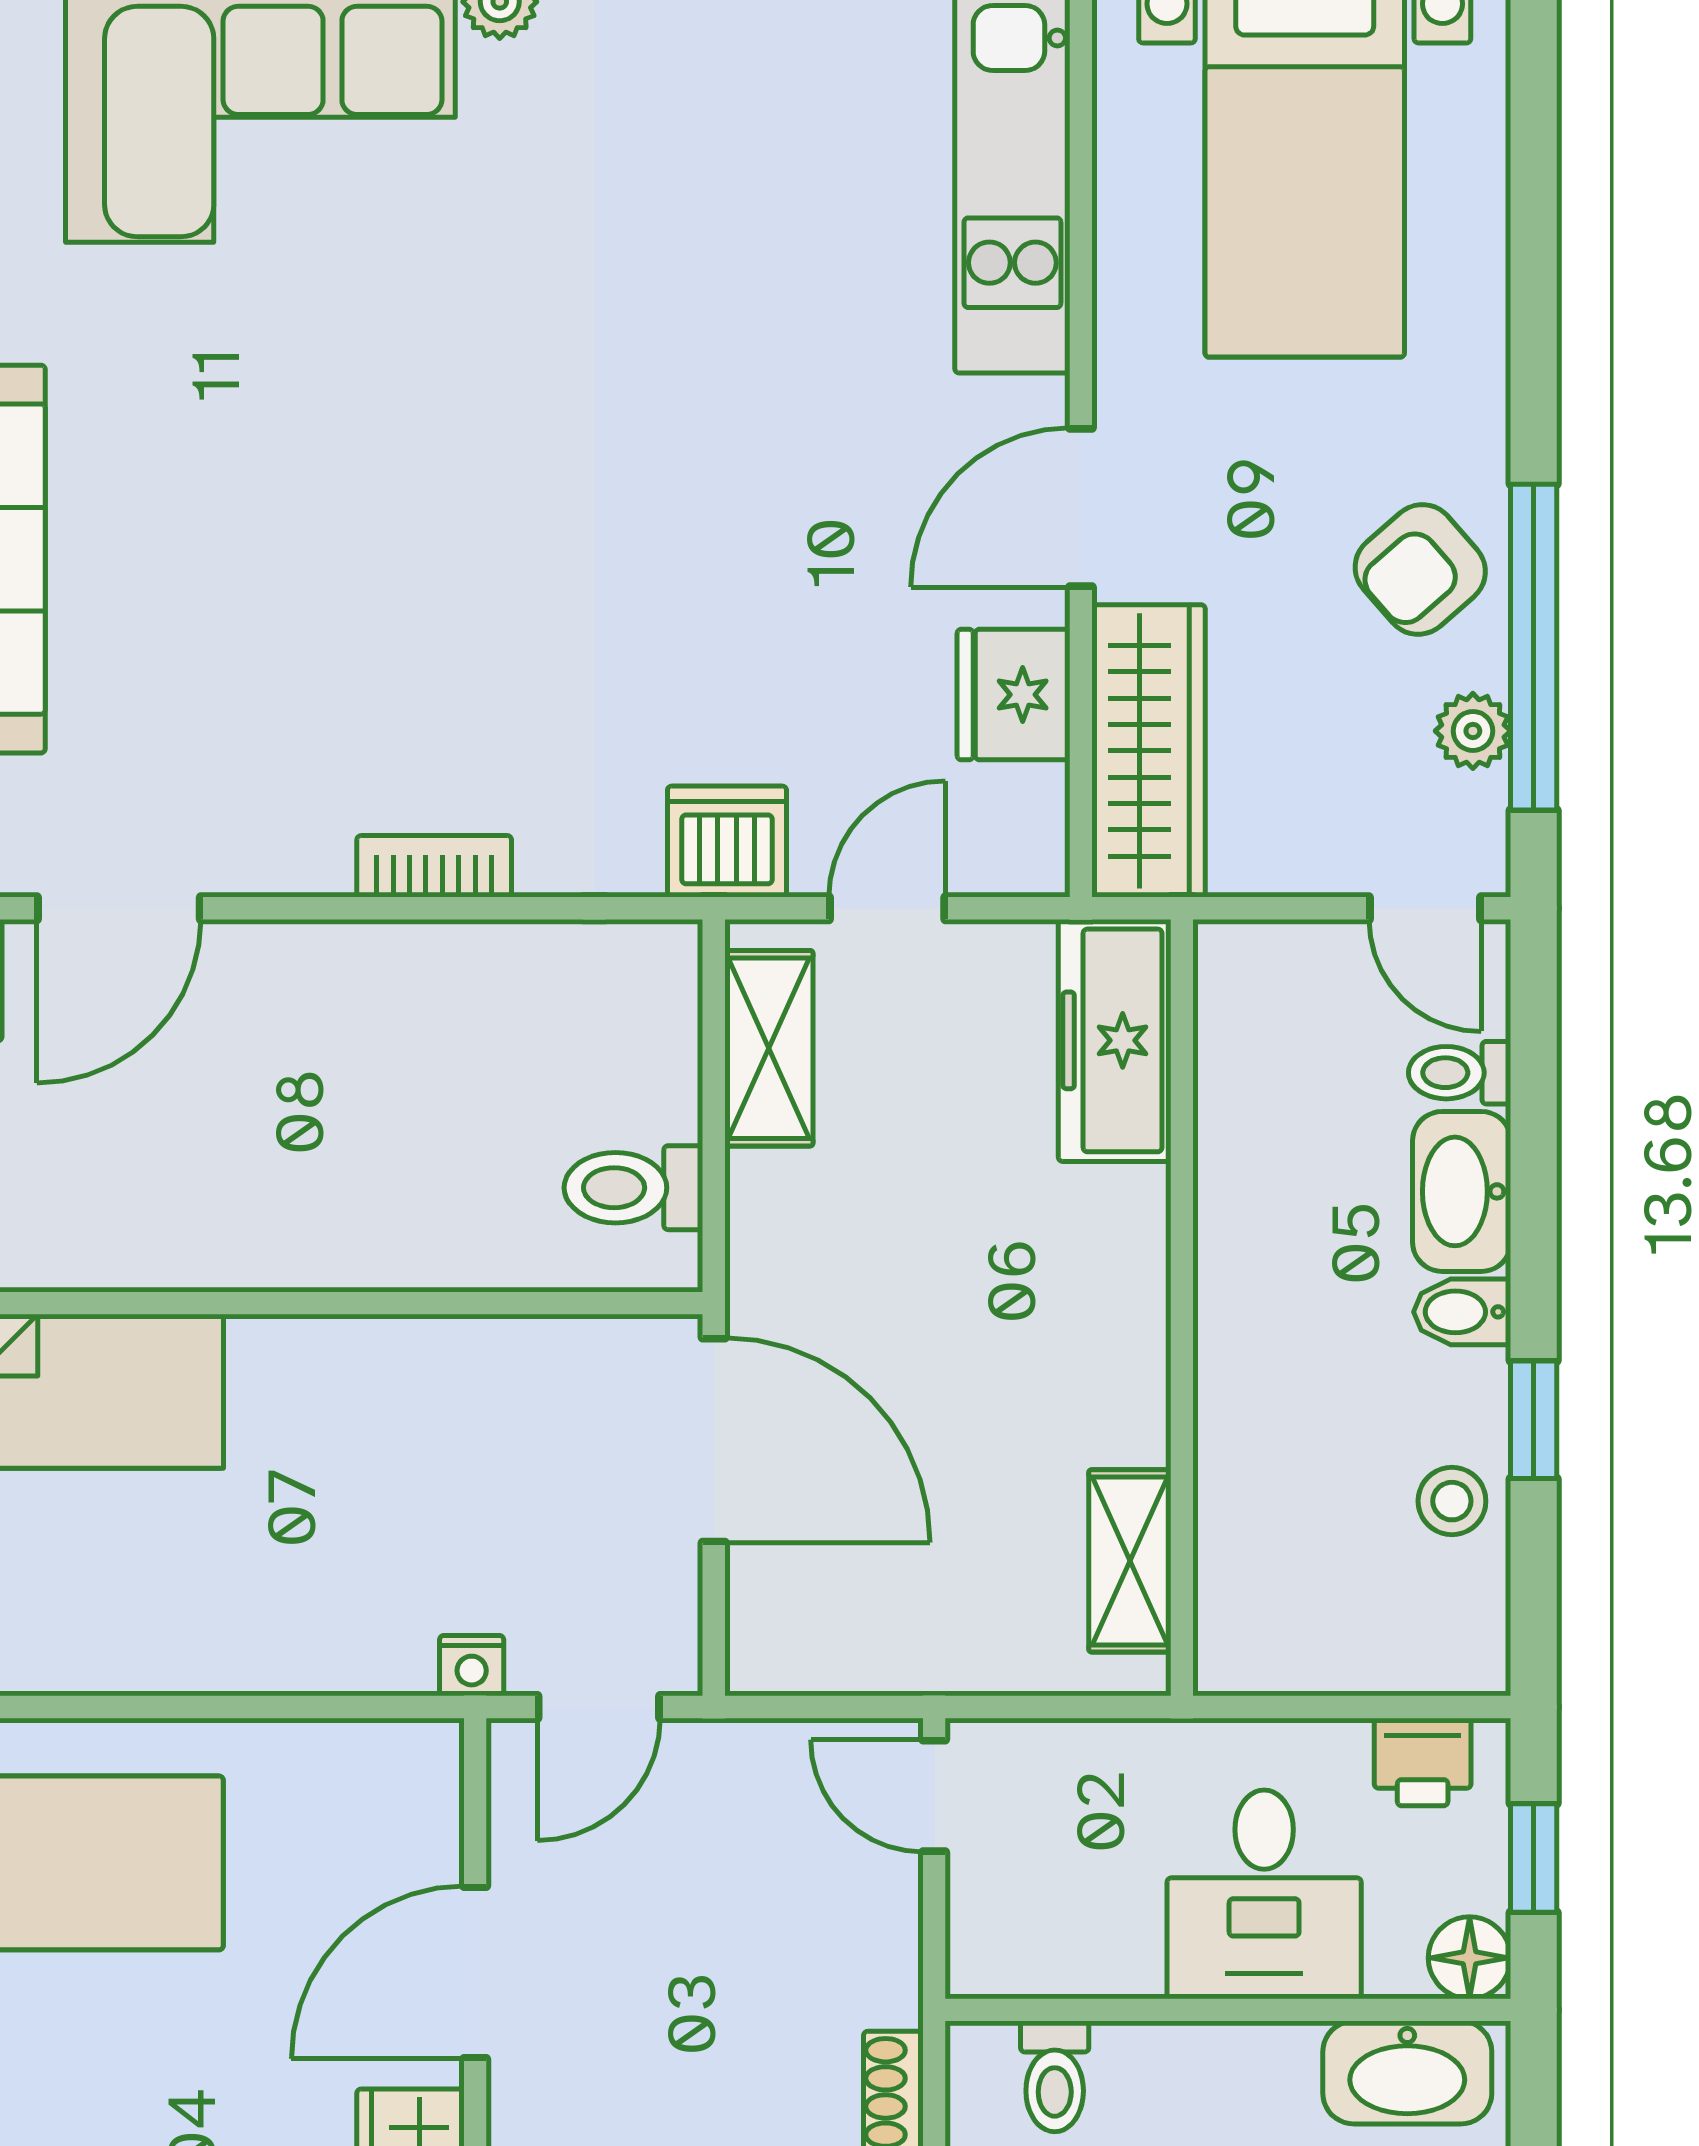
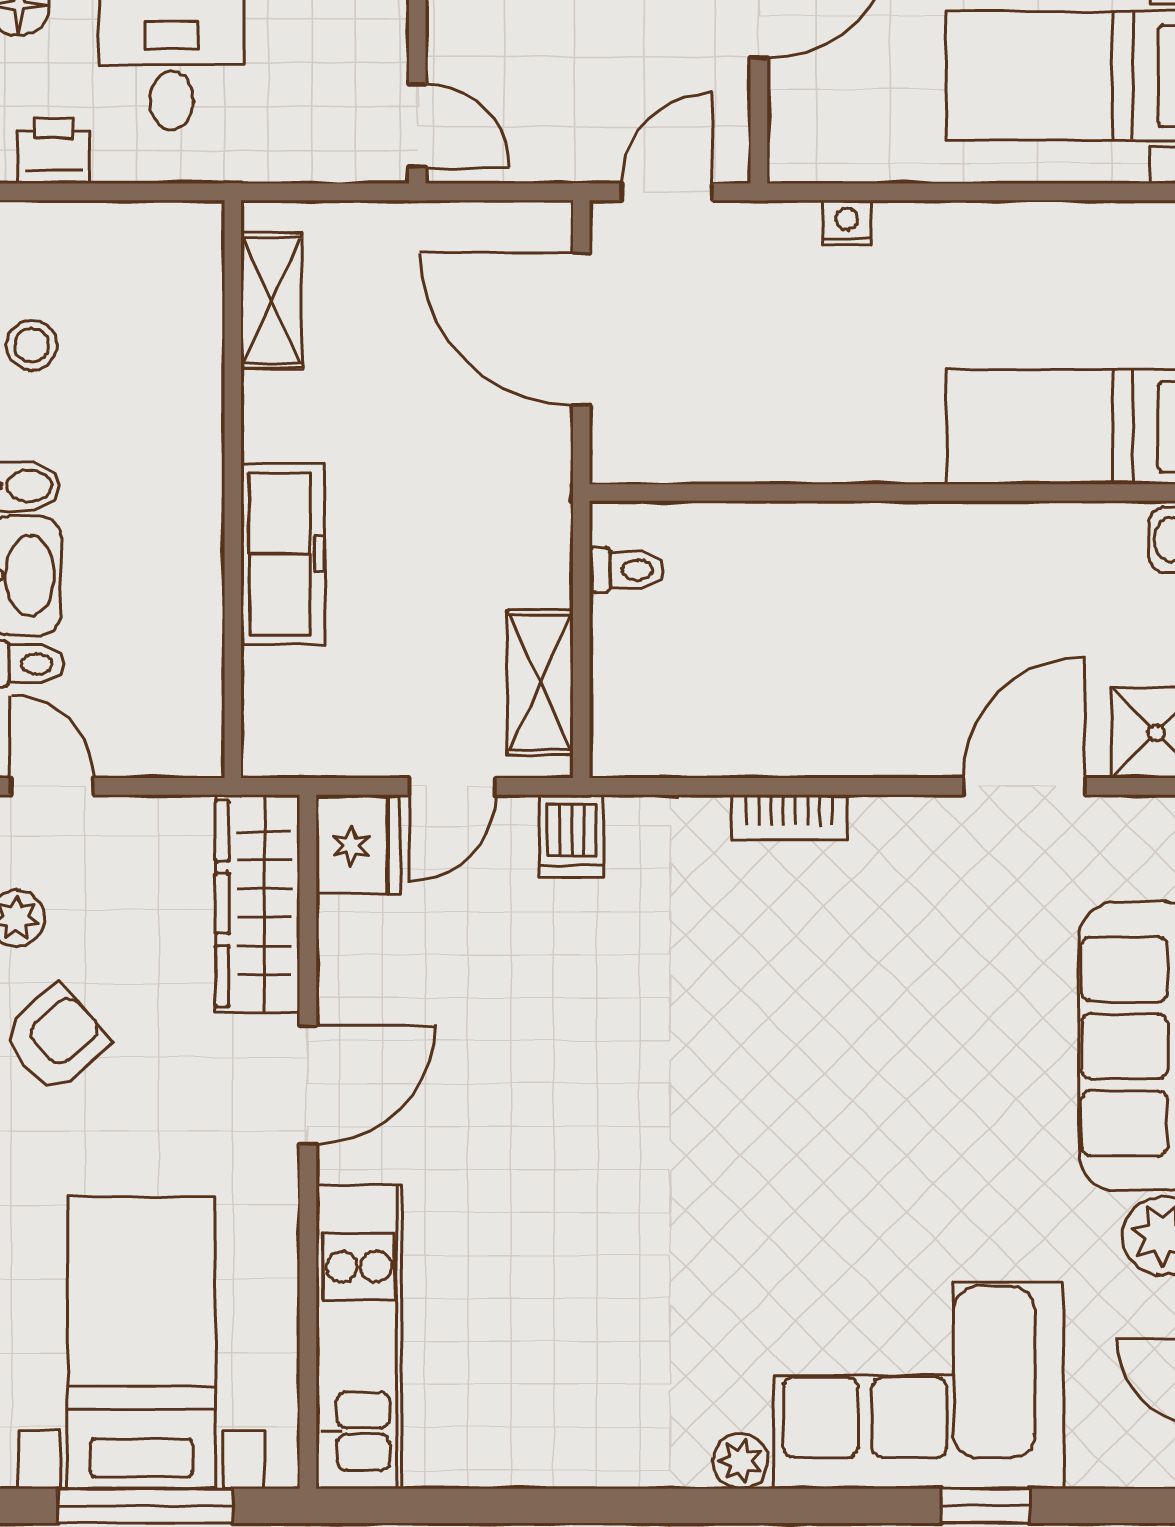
fridge: (1014, 695) -> (358, 846), moved
dishwasher: (727, 842) -> (571, 836), width x0.73
freezer: (1115, 1040) -> (283, 554), moved
toilet: (633, 1188) -> (627, 570), width x0.73, depth x0.72
door: (714, 1440) -> (581, 329), moved
nightstand: (472, 1666) -> (847, 223), moved

